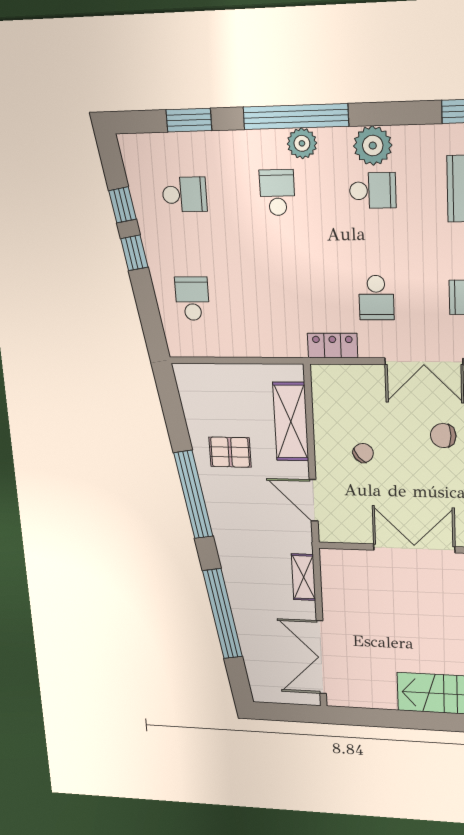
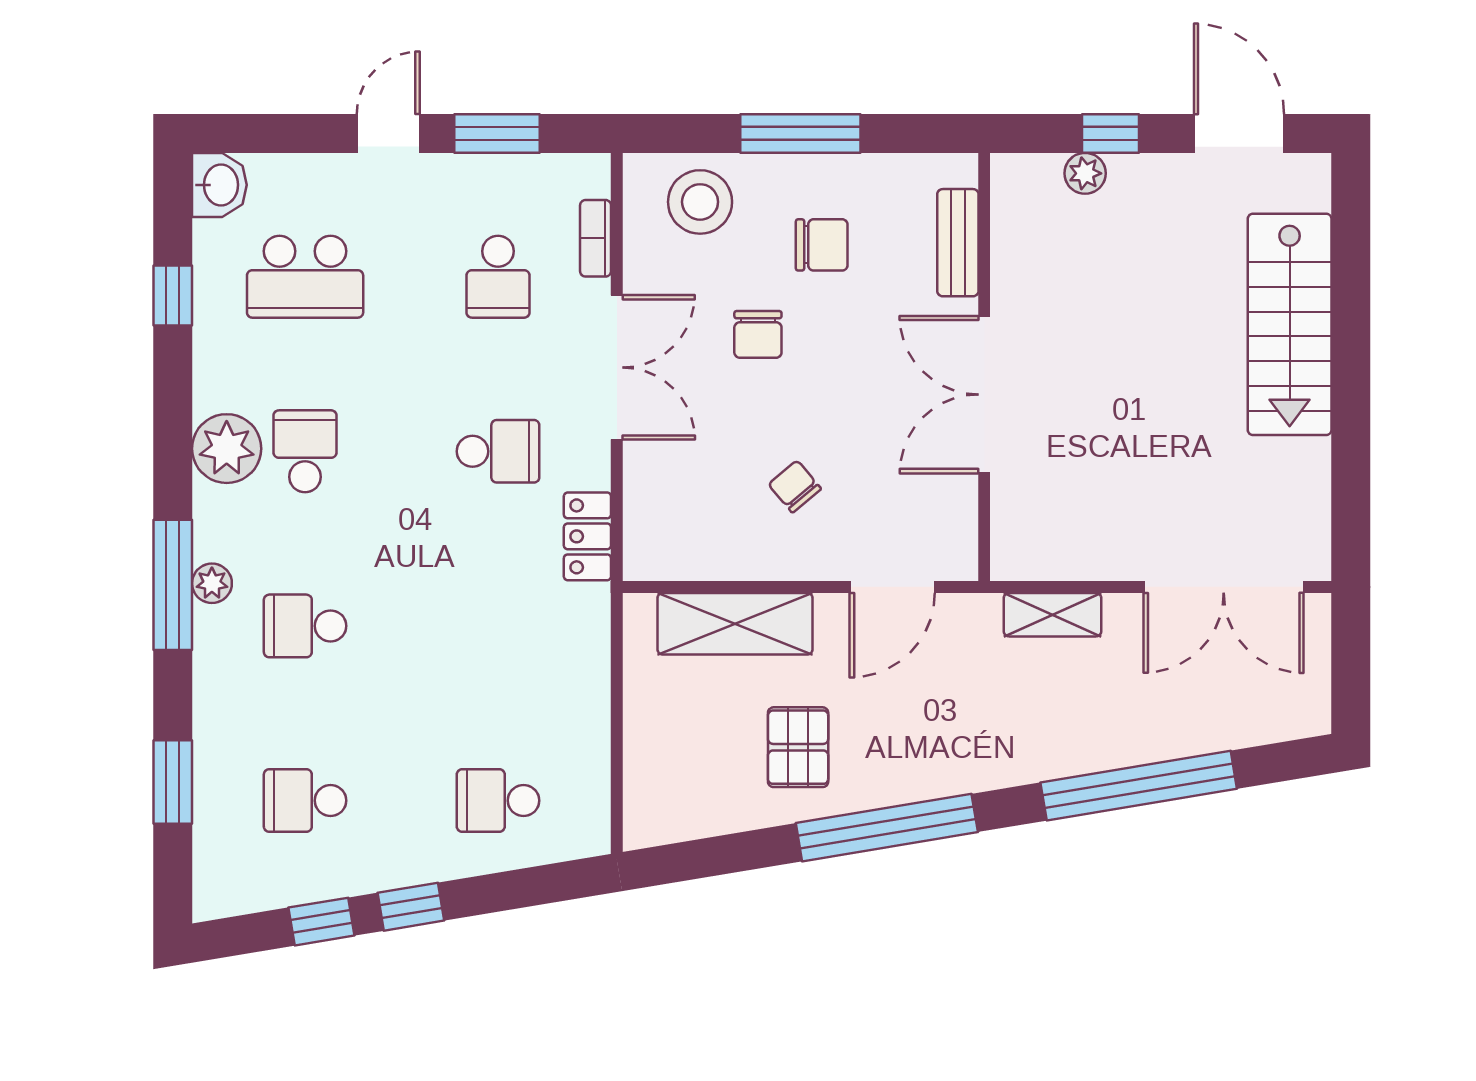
window: (296, 117) -> (173, 585), width x0.68
plant: (302, 143) -> (212, 583), width x0.73, depth x0.73
school desk: (184, 195) -> (305, 801), turned -90

